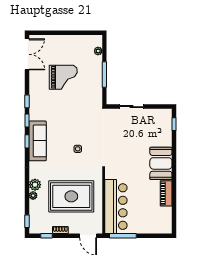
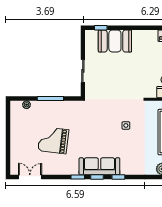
double door: (27, 54) -> (30, 177), width x0.73
grand piano: (63, 77) -> (53, 140), turned -83
sofa: (38, 141) -> (99, 166), moved
booth: (161, 163) -> (115, 41), moved

